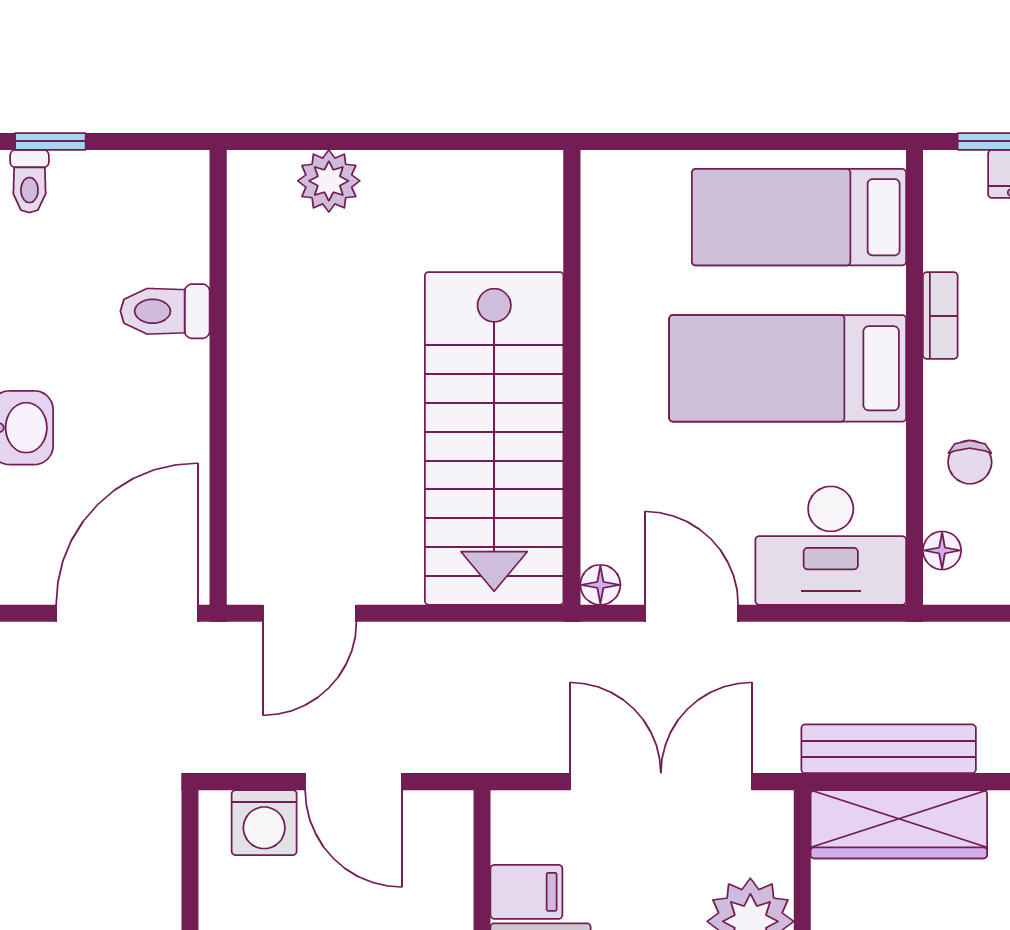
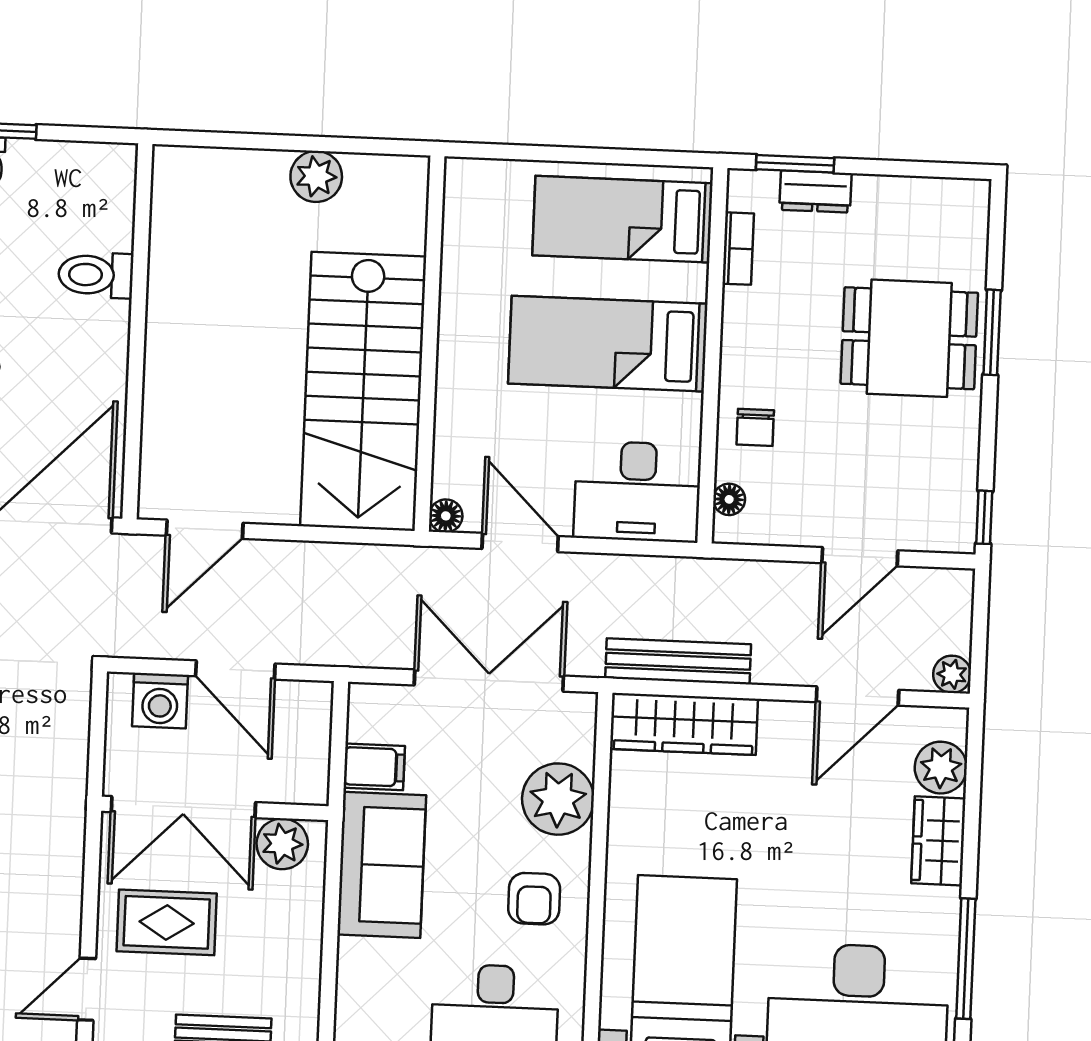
plant: (329, 181) -> (316, 176), moved
bookcase: (940, 316) -> (738, 249), moved

